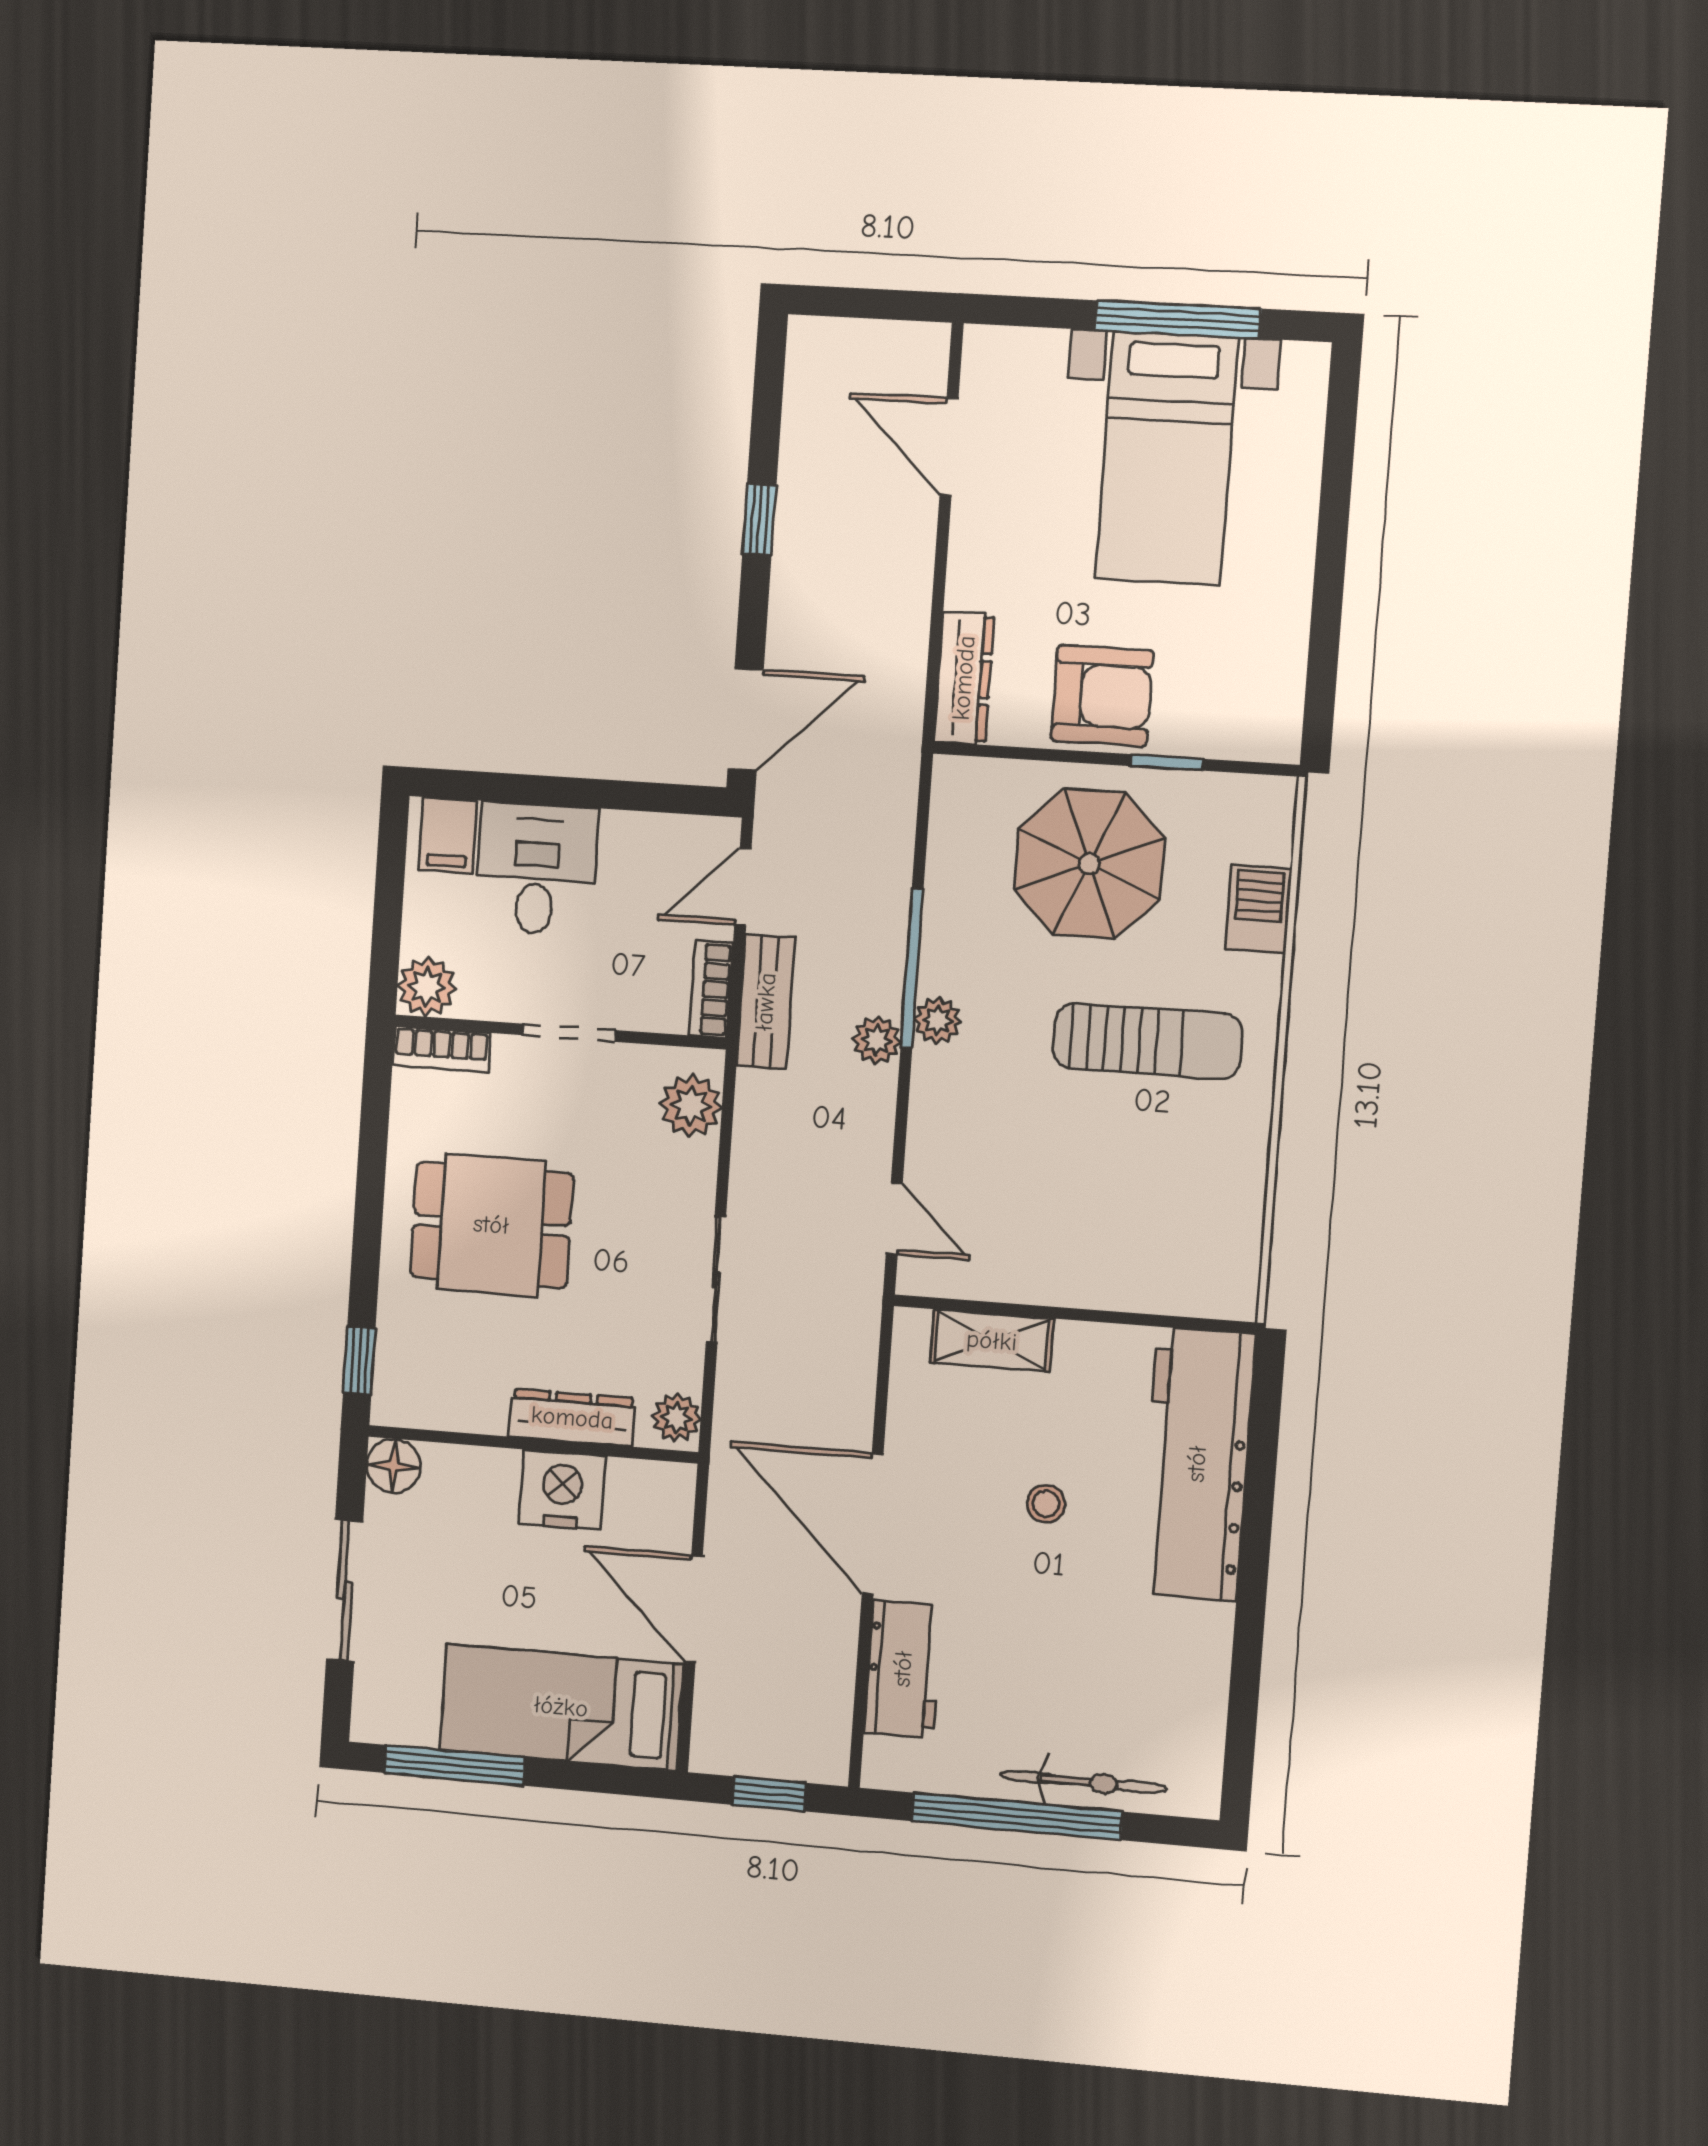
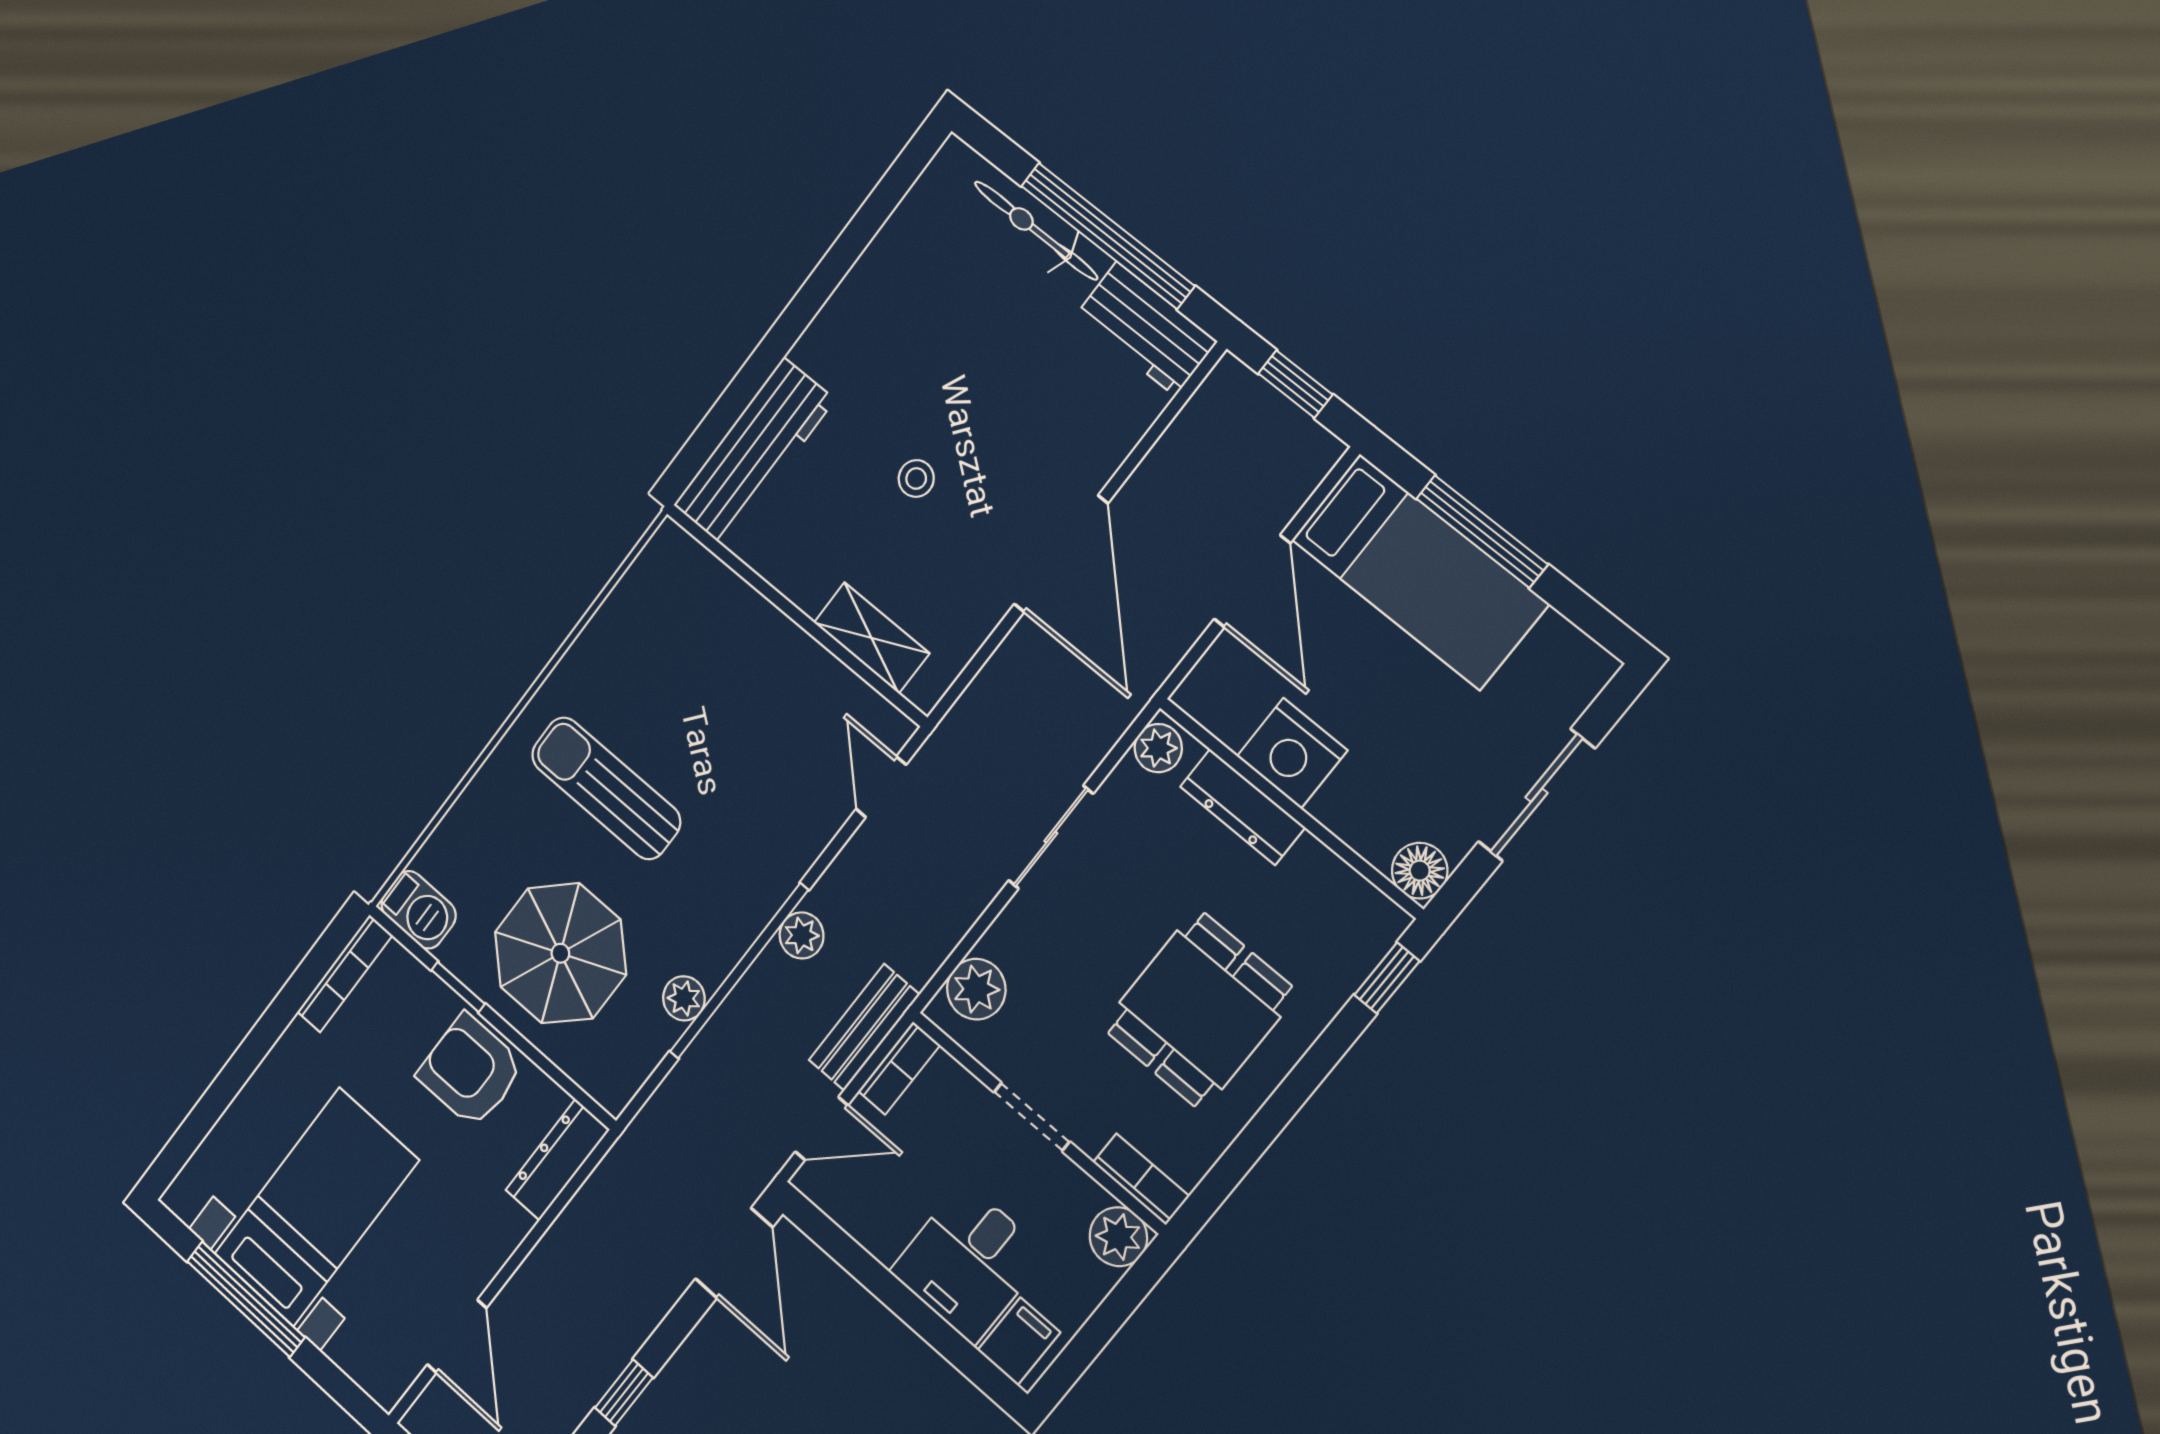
bookcase: (1287, 693) -> (345, 974), added
door: (746, 719) -> (734, 1253), swing flipped
barbecue: (1259, 909) -> (418, 910), moved, turned -90
window: (912, 968) -> (739, 971), width x1.46
plant: (938, 1020) -> (684, 998), moved
dining table: (491, 1225) -> (1200, 1010), turned 90
workbench: (1197, 1464) -> (754, 453), width x0.73, depth x0.76
workbench: (903, 1669) -> (1146, 329), moved, turned -90
window: (454, 1765) -> (1482, 531), moved

